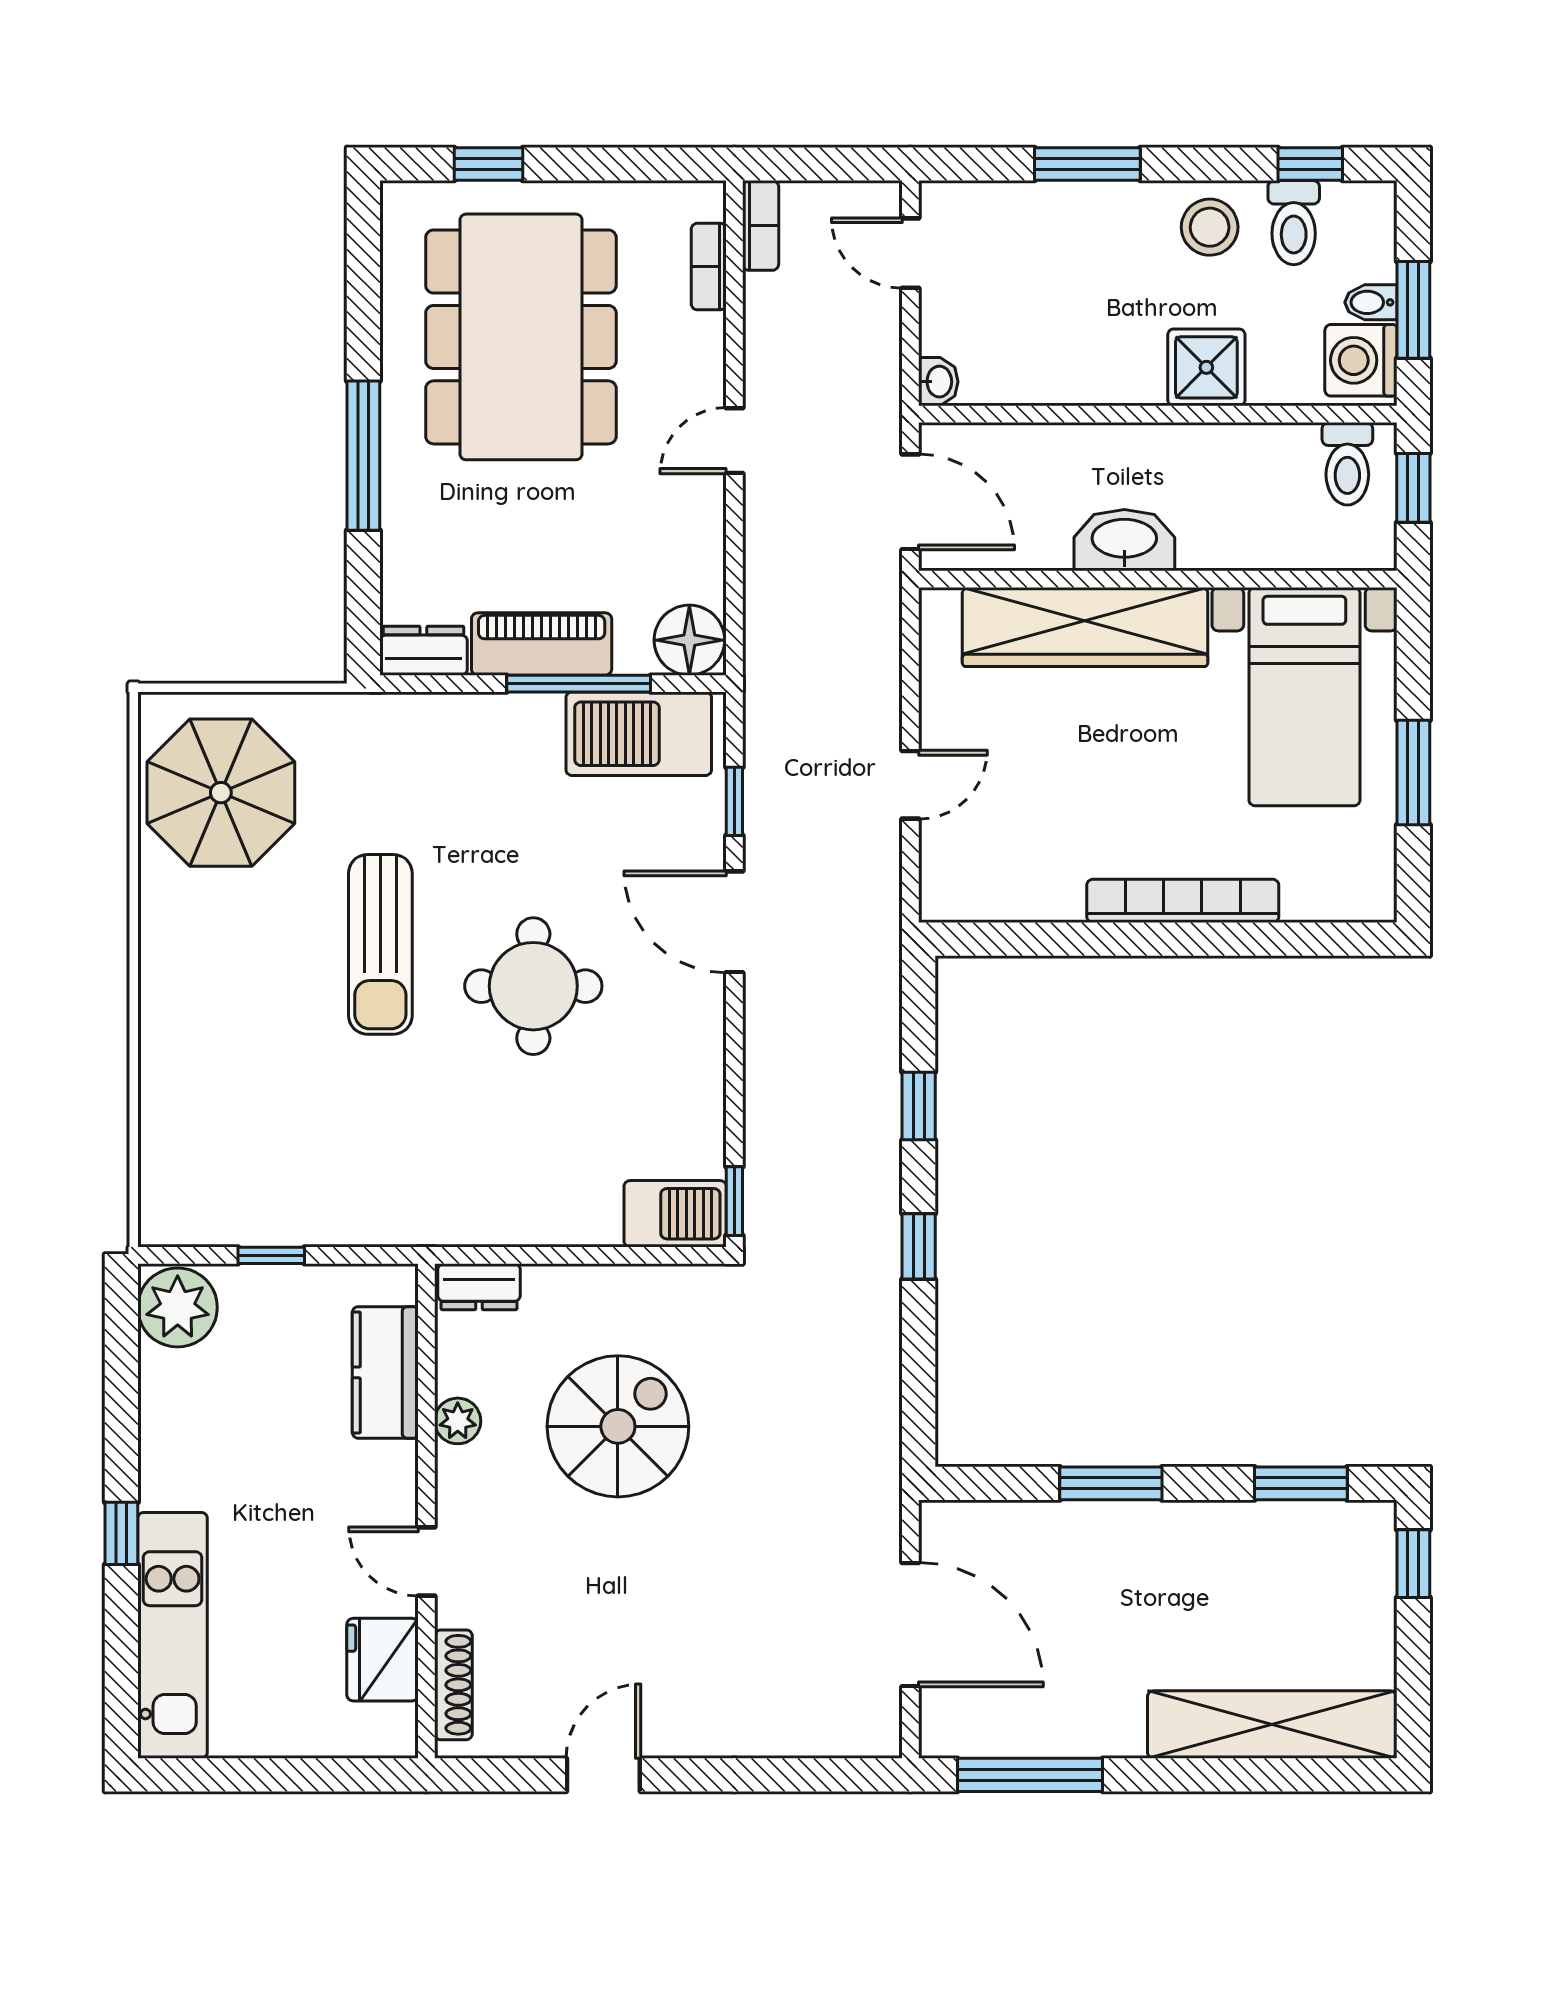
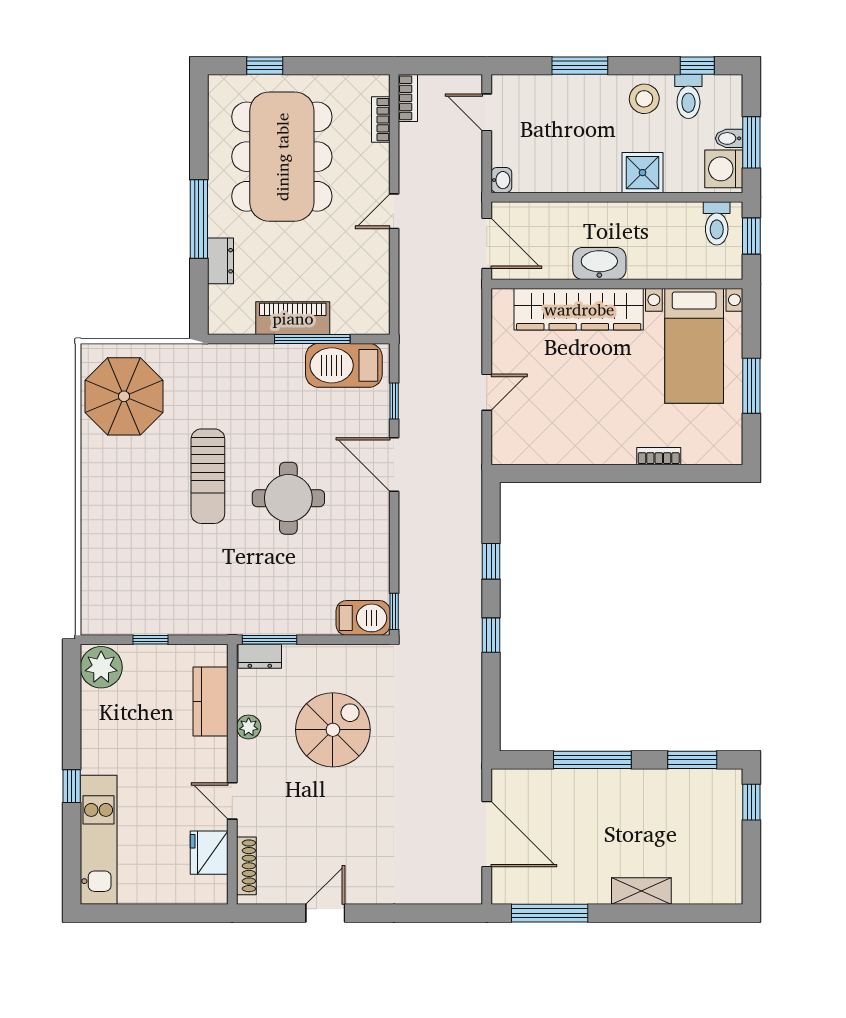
floor lamp: (689, 640) -> (370, 316), removed
dresser: (423, 651) -> (221, 261), moved, turned 90
bookcase: (1183, 901) -> (659, 456), width x0.43, depth x0.76
window: (498, 1255) -> (270, 640), added
window: (1111, 1483) -> (592, 760), width x1.44
shelving: (1272, 1724) -> (641, 891), width x0.45, depth x0.75

